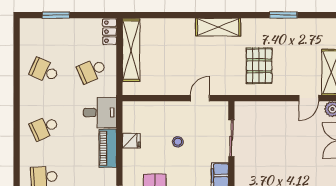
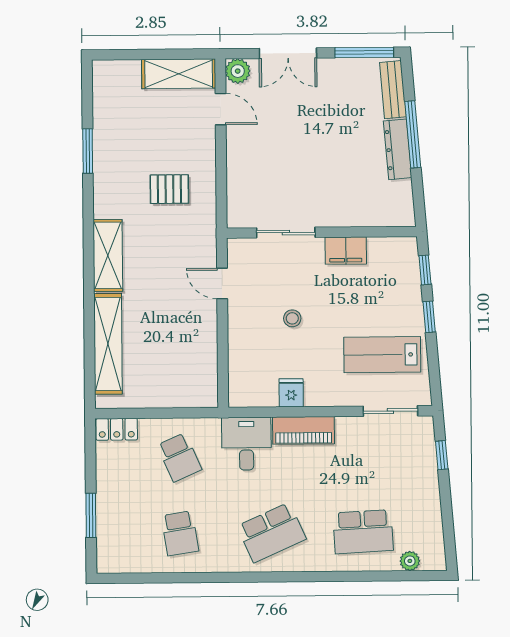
shelving: (131, 50) -> (108, 344), moved, turned 90
pallet: (259, 66) -> (169, 189), width x0.67, depth x0.71
school desk: (44, 71) -> (180, 533), turned -33
school desk: (44, 128) -> (272, 533), width x1.85

